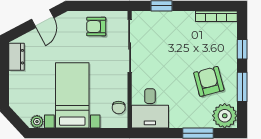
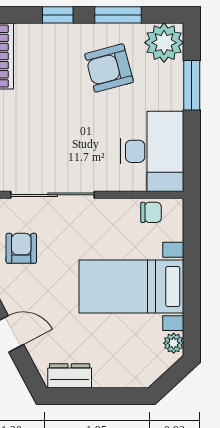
armchair: (96, 27) -> (21, 248), turned 180
desk: (150, 108) -> (152, 151), width x1.37

